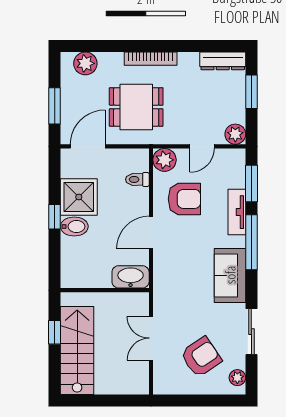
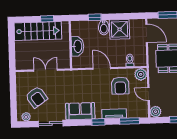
window: (55, 217) -> (95, 17), moved
window: (251, 242) -> (98, 122), width x0.46
washbasin: (131, 277) -> (77, 46), moved

